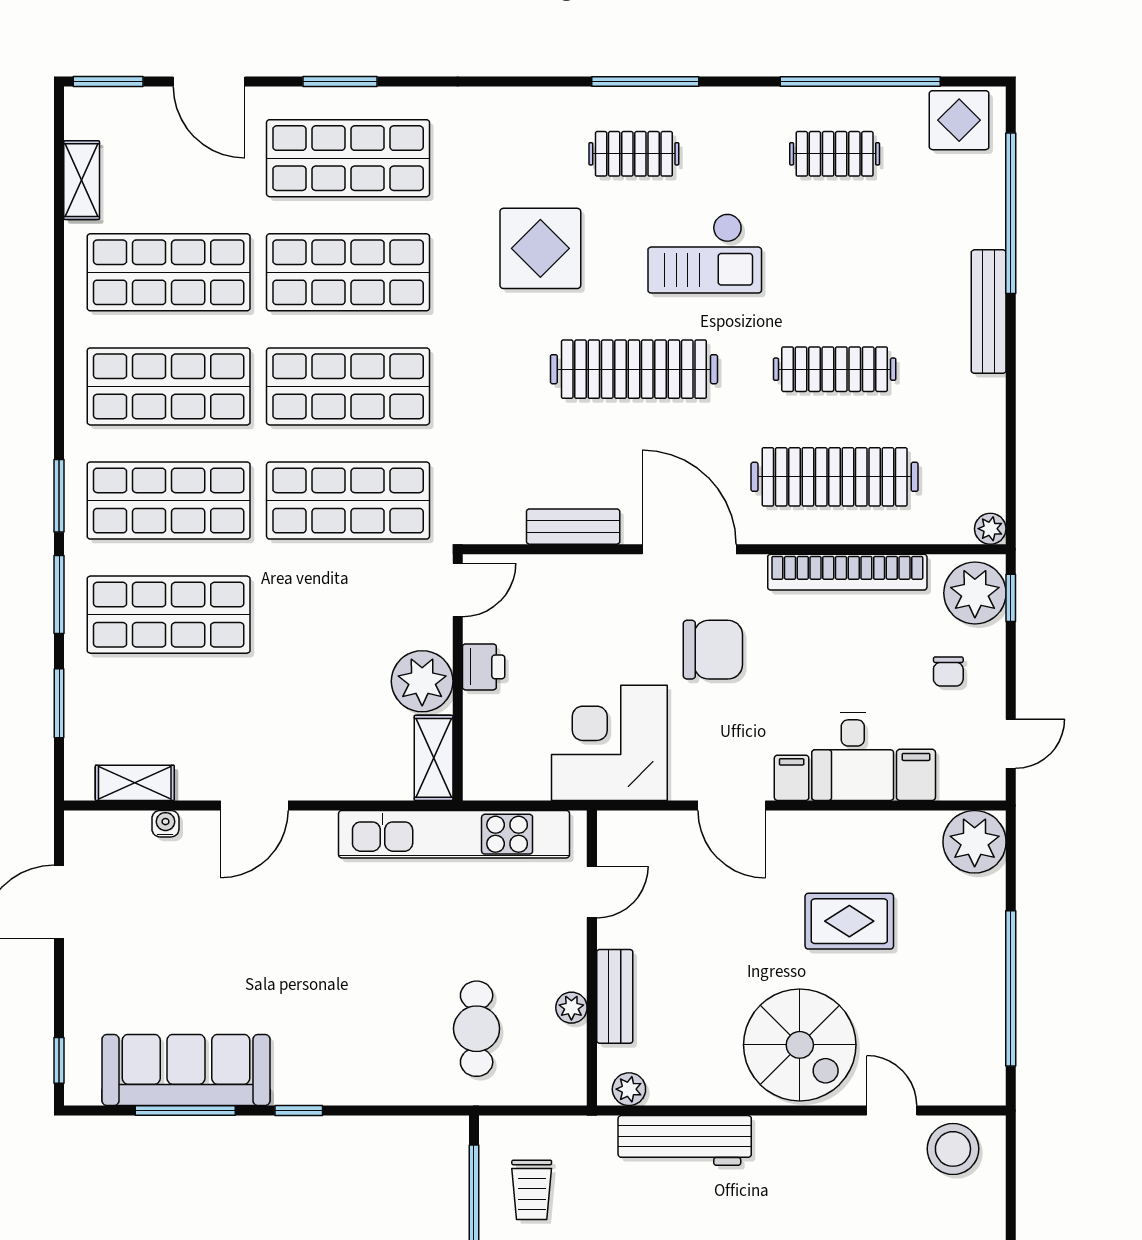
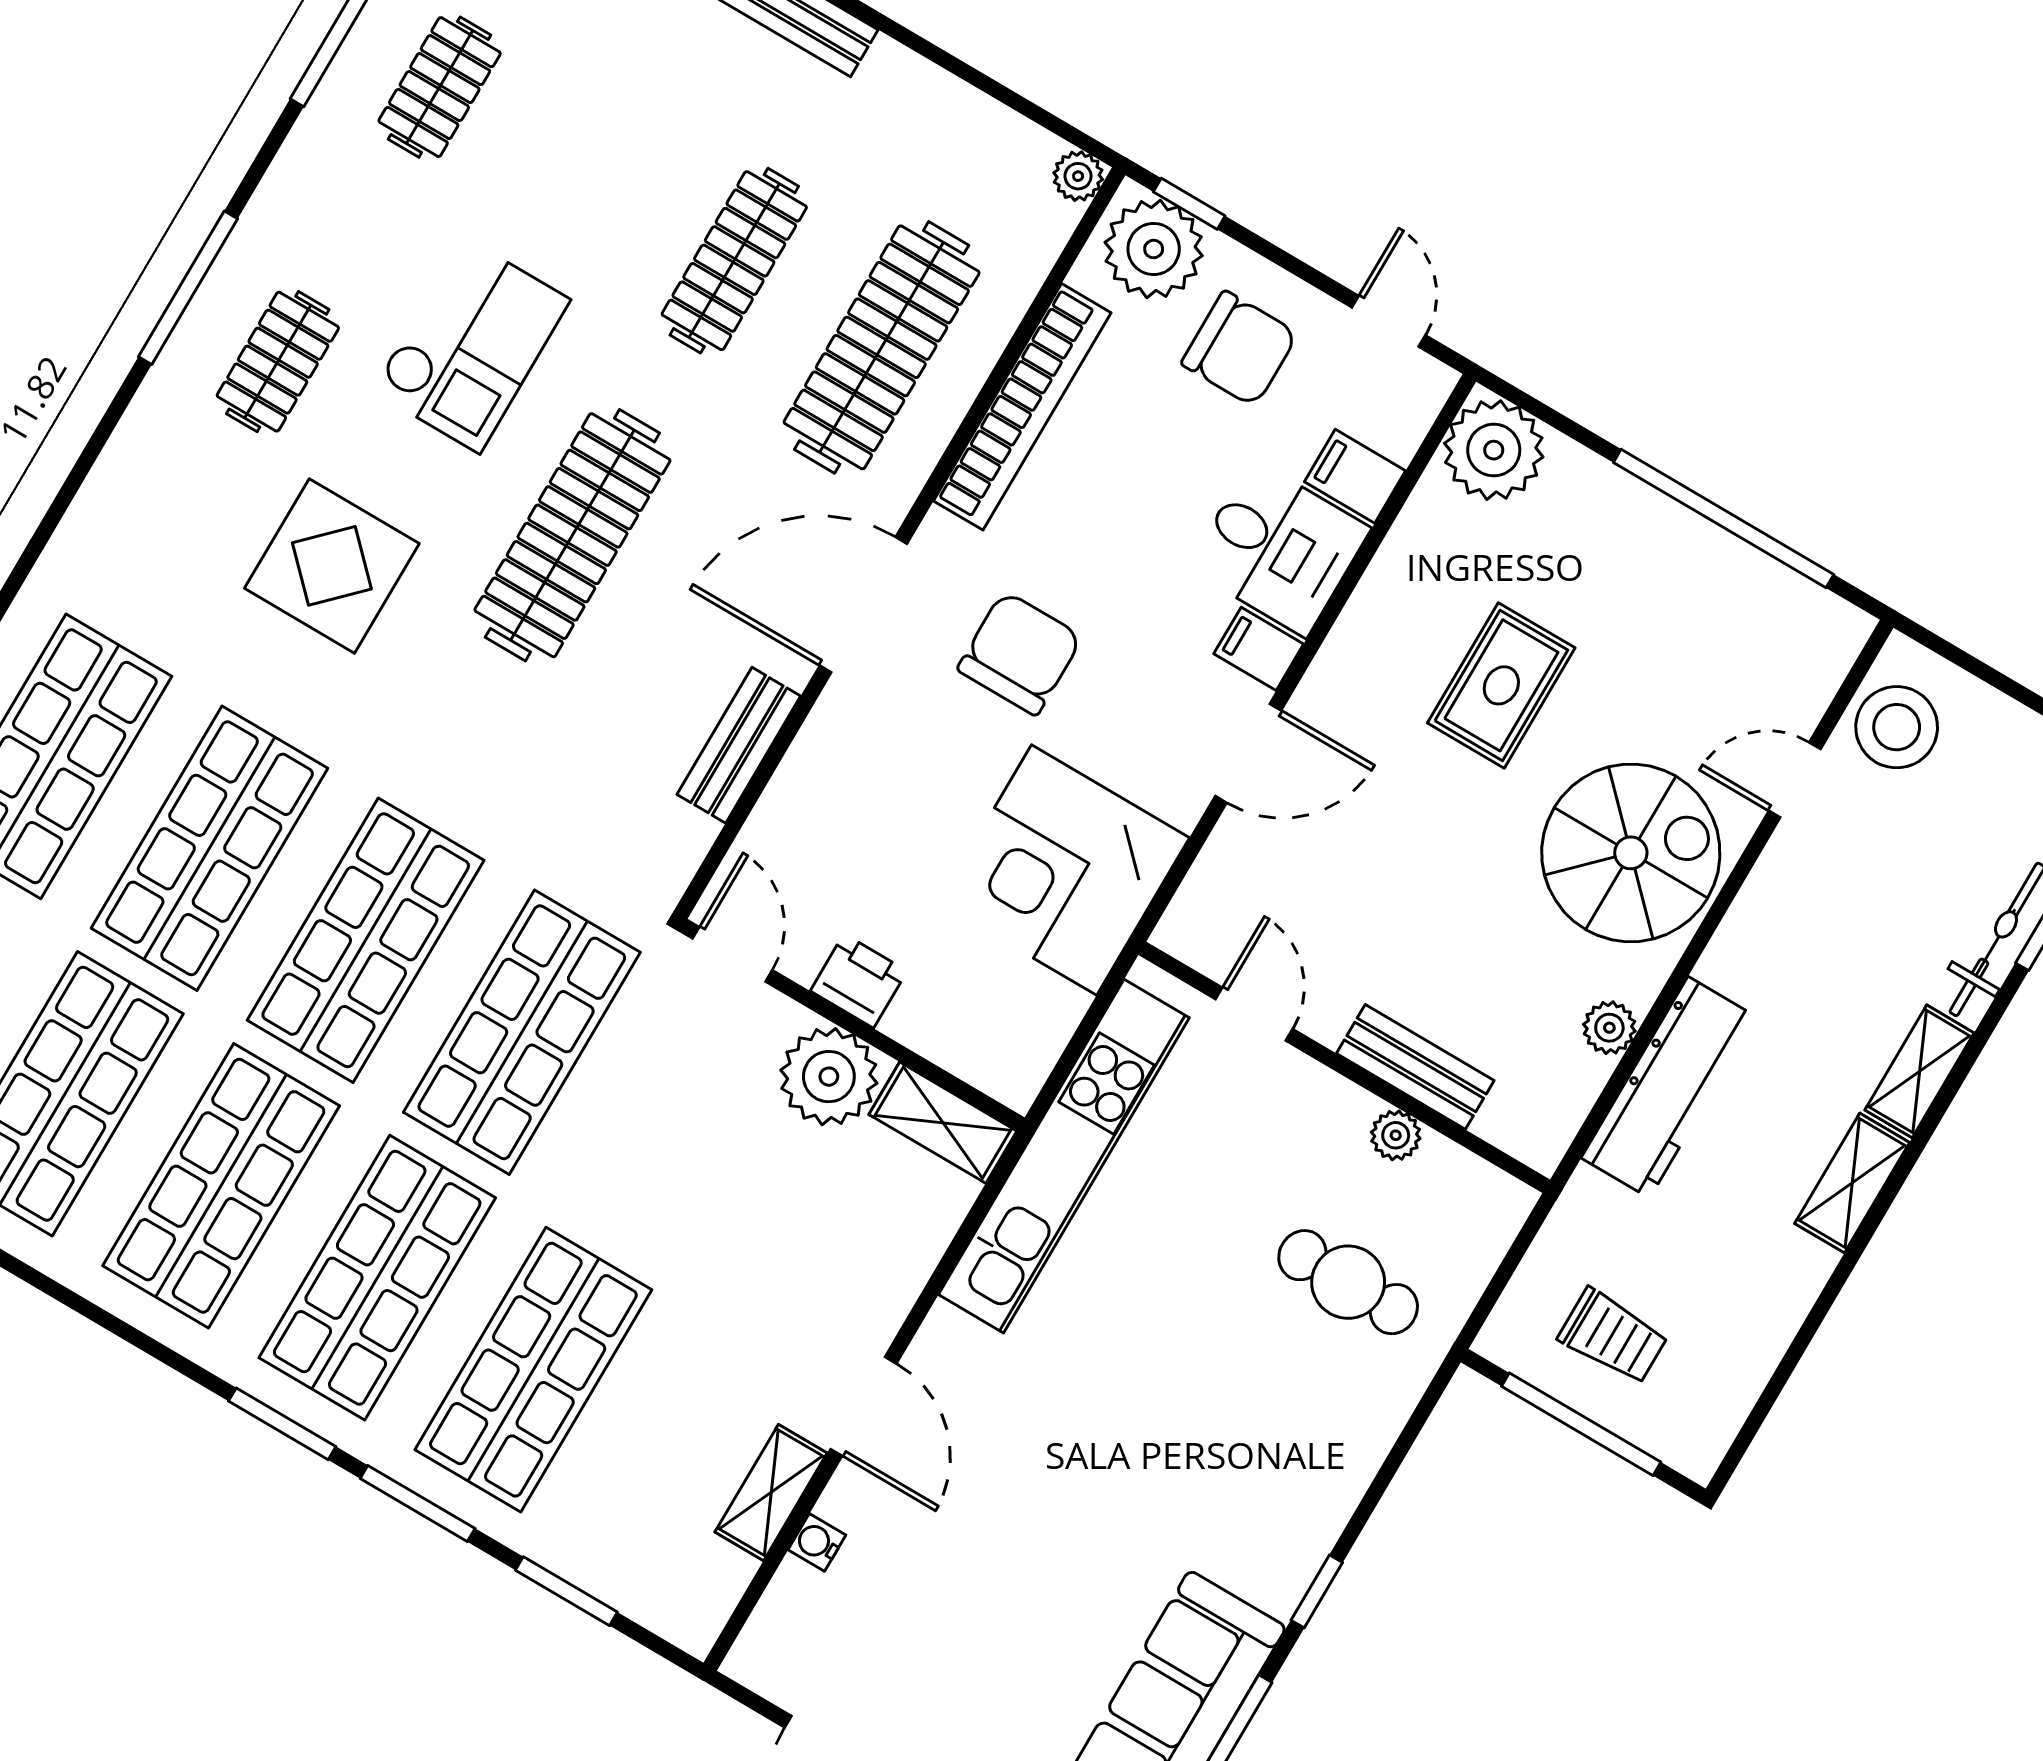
chair: (948, 671) -> (1240, 349), width x1.87, depth x1.87
shelving: (135, 783) -> (771, 1493), moved
plant: (629, 1089) -> (1609, 1028), moved

